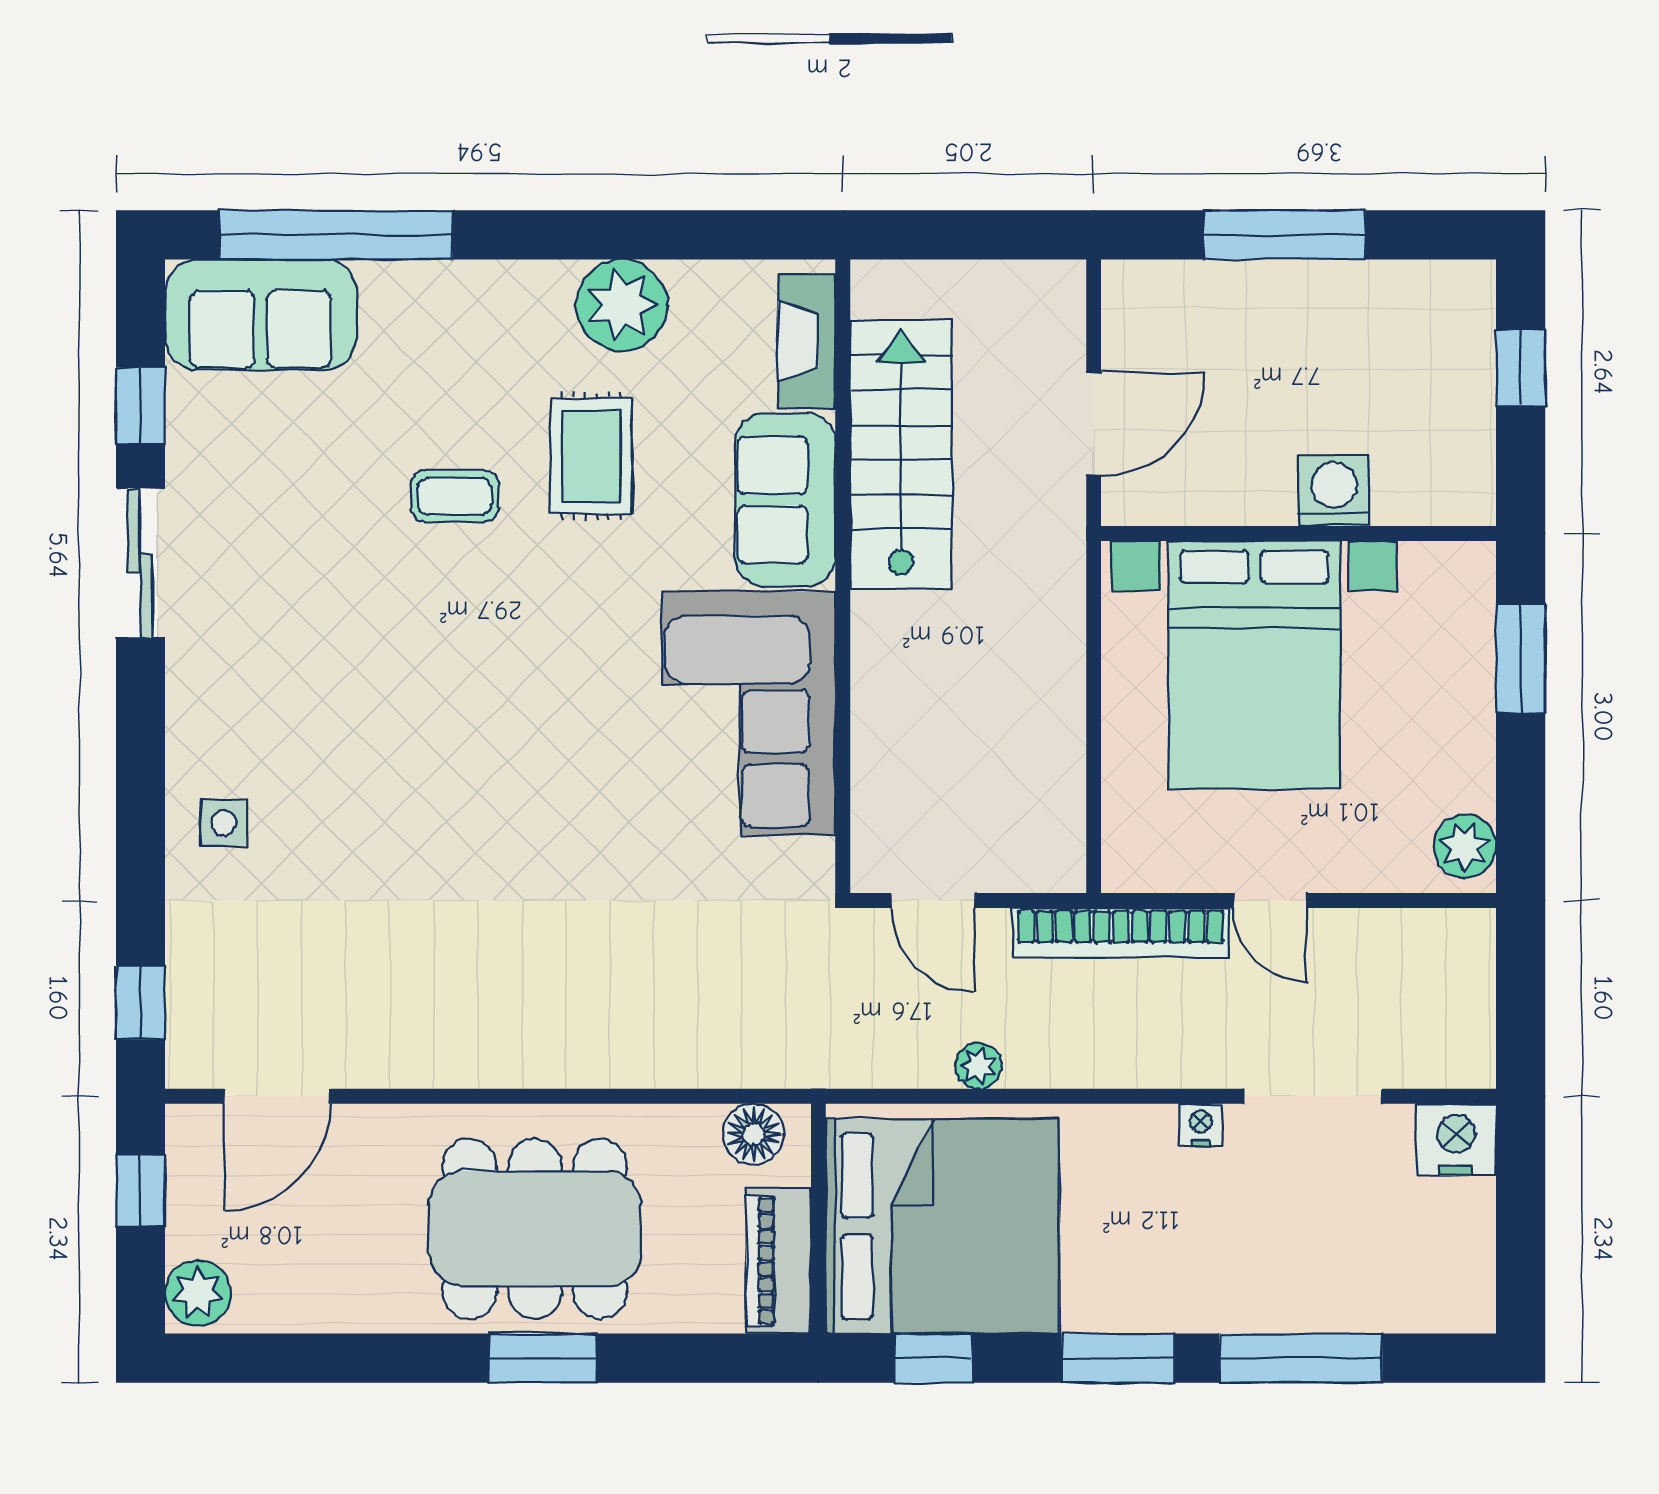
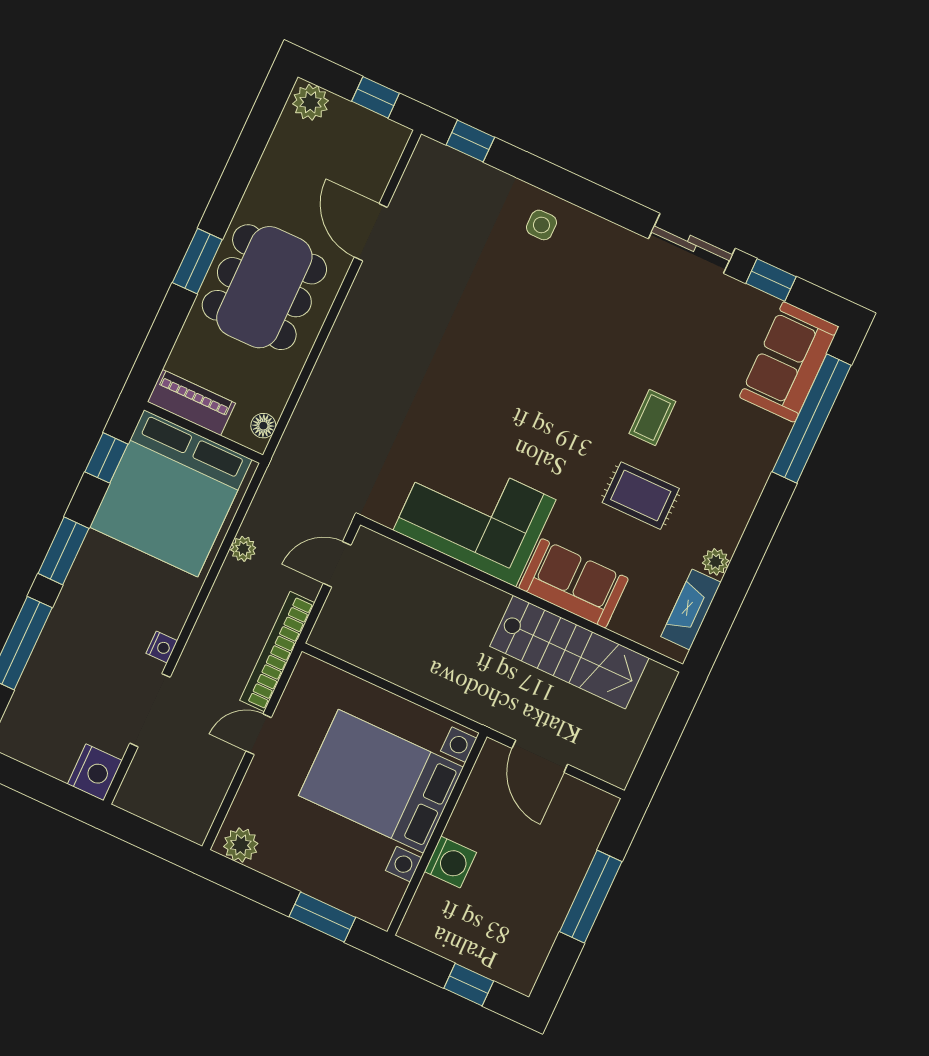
plant: (622, 305) -> (716, 562), width x0.53, depth x0.53
fireplace: (807, 341) -> (691, 609), moved, turned -90
door: (277, 1096) -> (371, 232), moved
floor lamp: (754, 1134) -> (263, 426), width x0.73, depth x0.73

